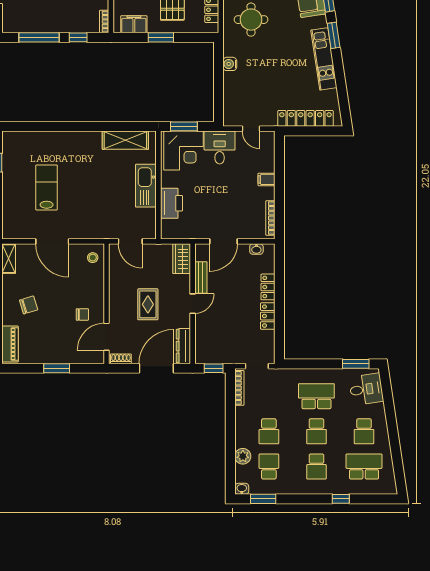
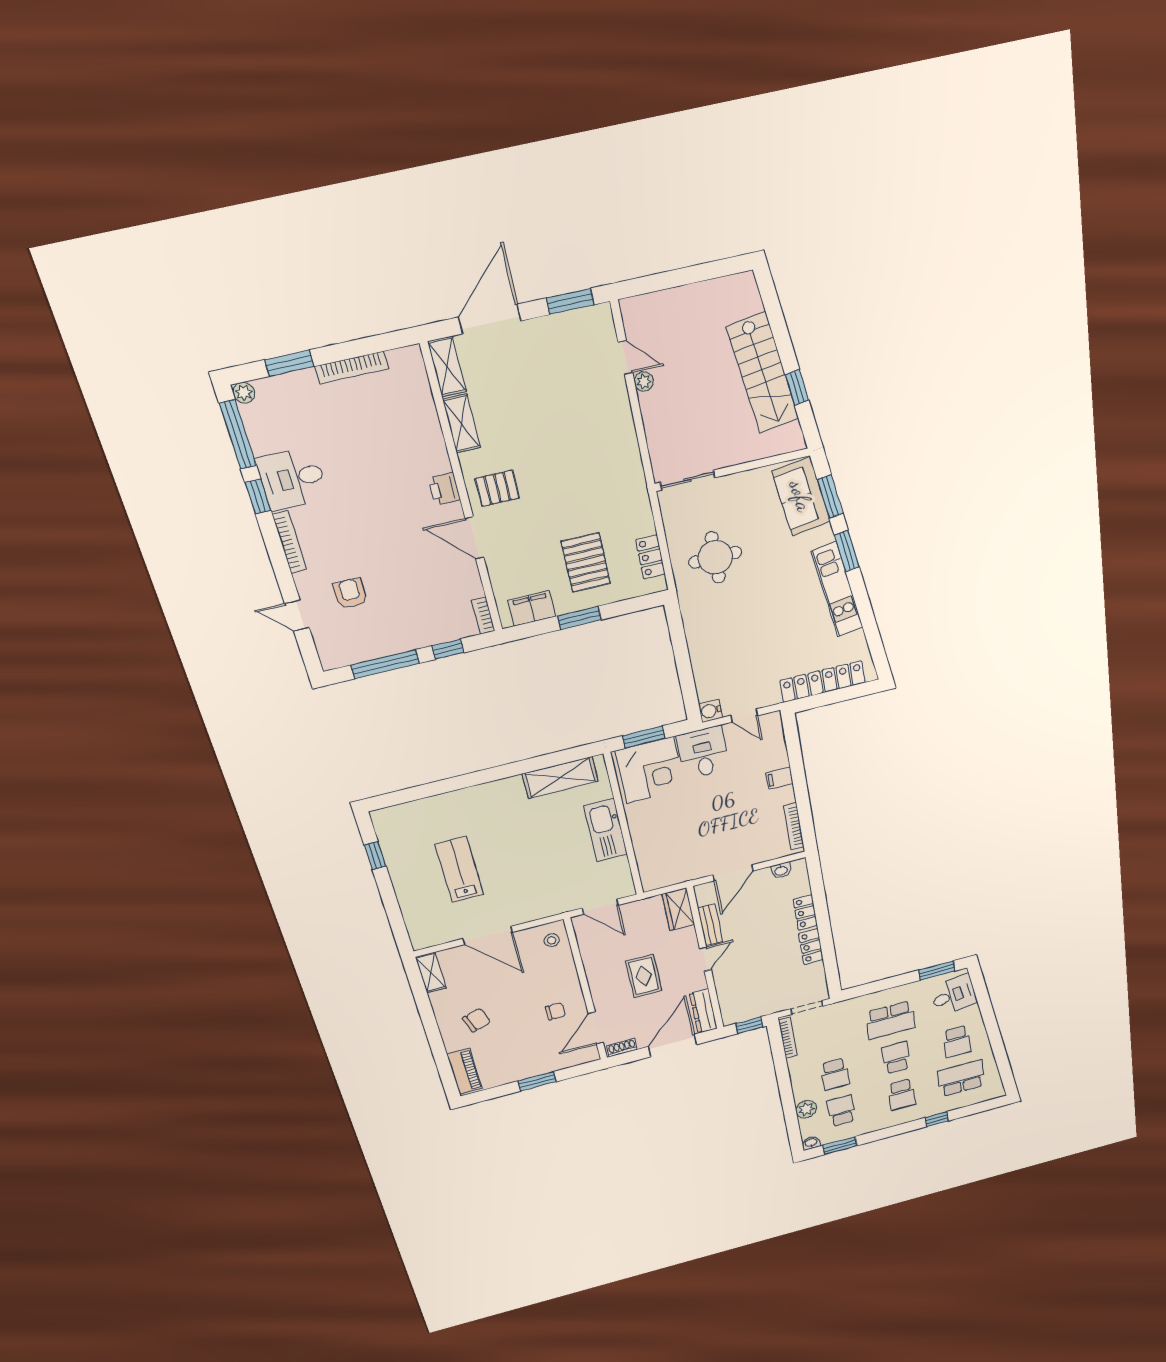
water cooler: (230, 64) -> (710, 711), moved
printer: (171, 203) -> (648, 844), removed
school desk: (316, 396) -> (890, 1020), turned 180
school desk: (316, 431) -> (896, 1058), turned 180

